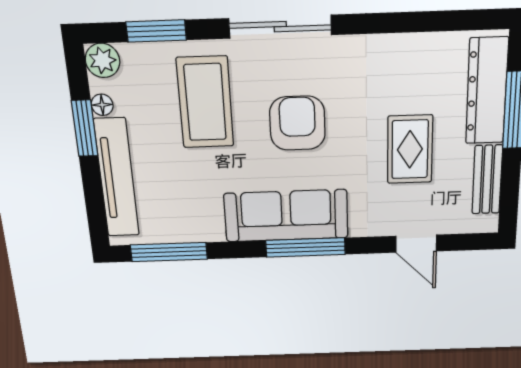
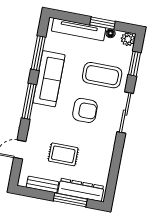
sofa: (286, 216) -> (49, 79), moved
window: (169, 252) -> (38, 53), moved

